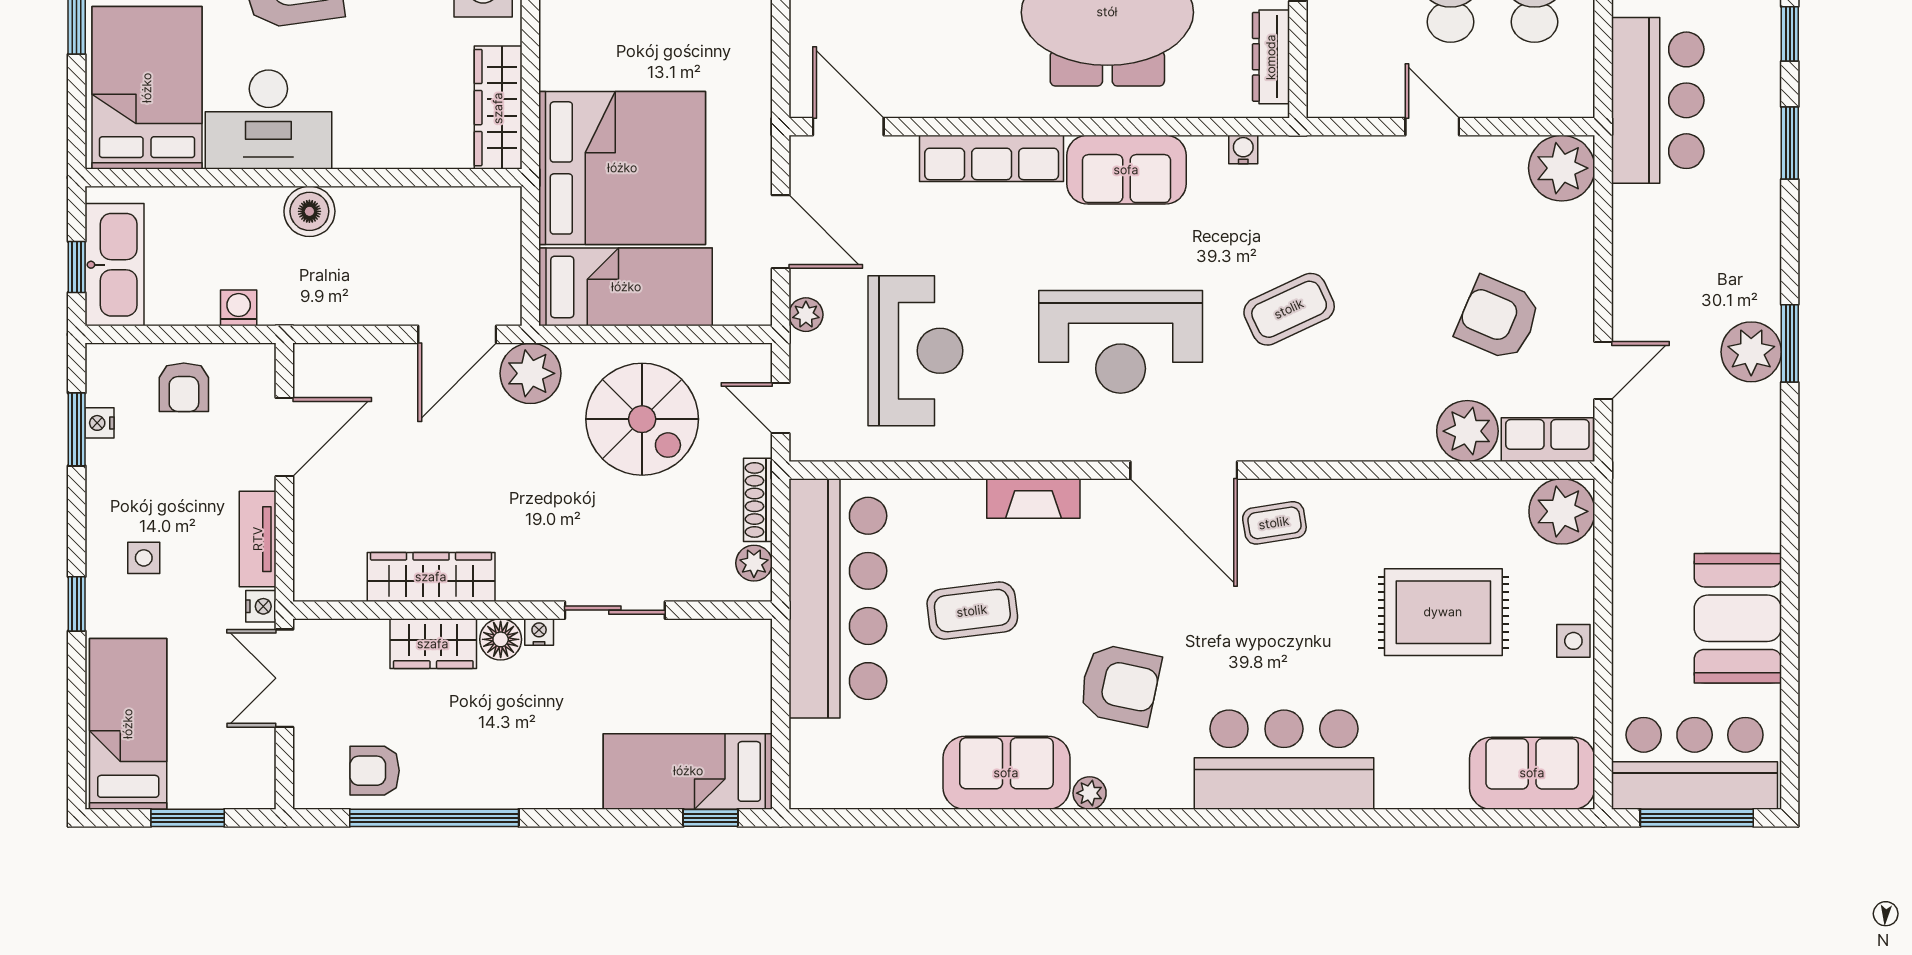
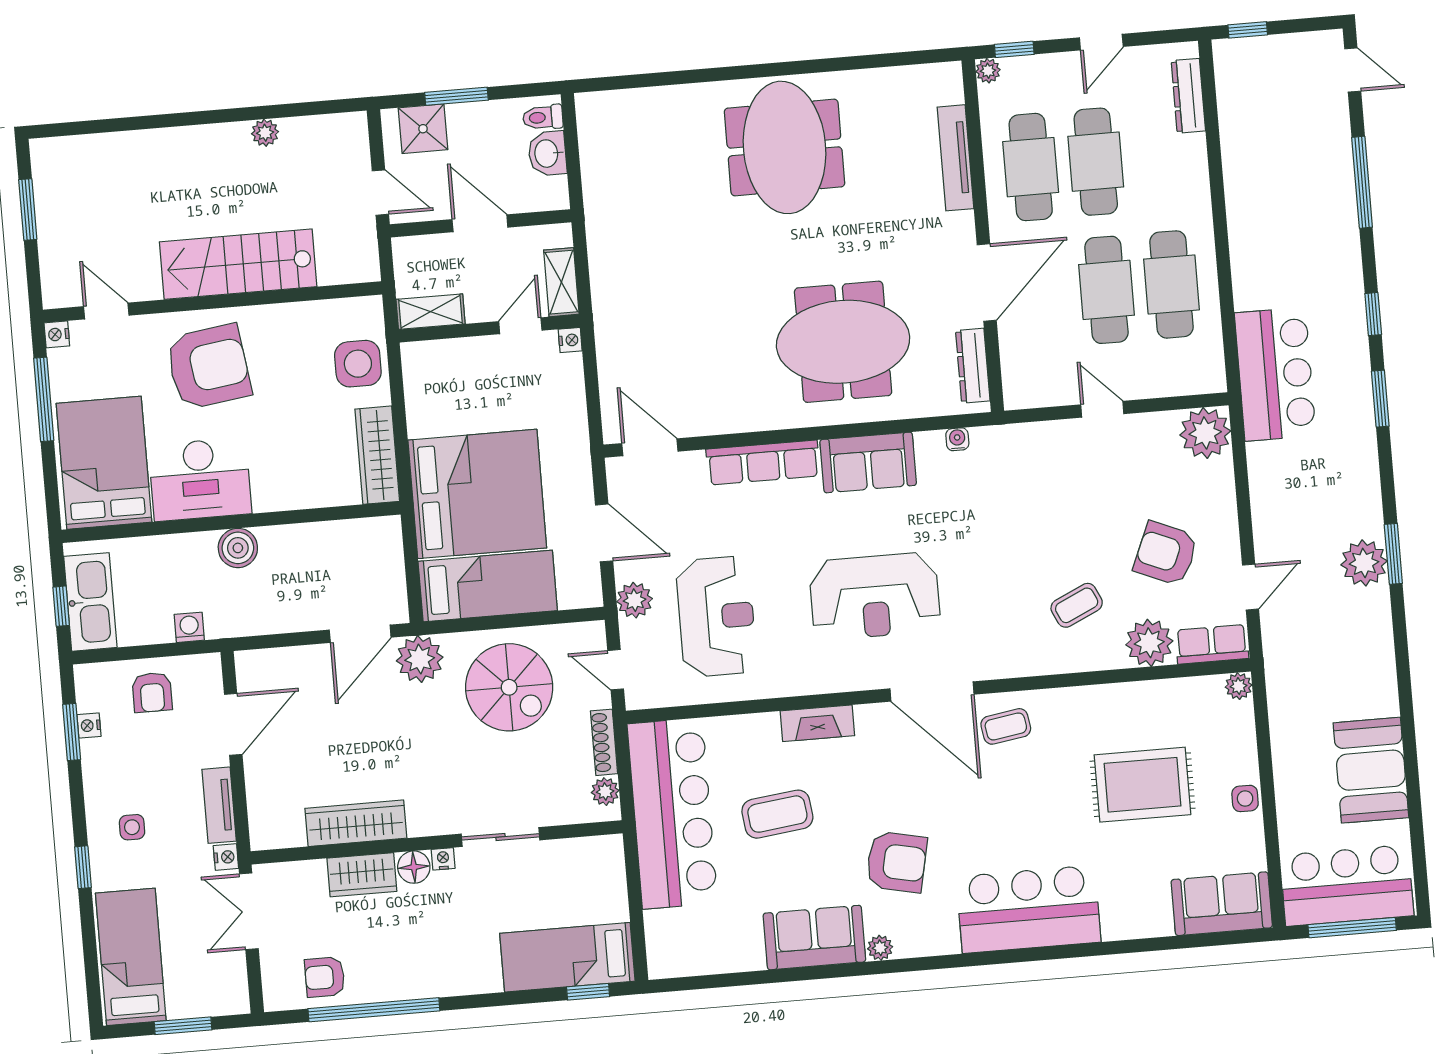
coffee table: (1289, 309) -> (1077, 605), moved, width x0.73, depth x0.77
plant: (806, 315) -> (635, 600), width x1.38, depth x1.38
plant: (1562, 511) -> (1239, 686), width x0.53, depth x0.53

